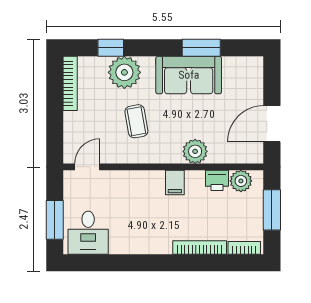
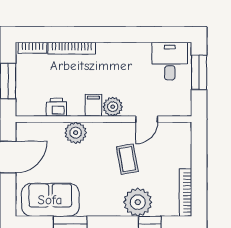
sofa: (189, 75) -> (50, 200), moved
door: (87, 167) -> (147, 119), moved
plant: (241, 181) -> (113, 107), moved

